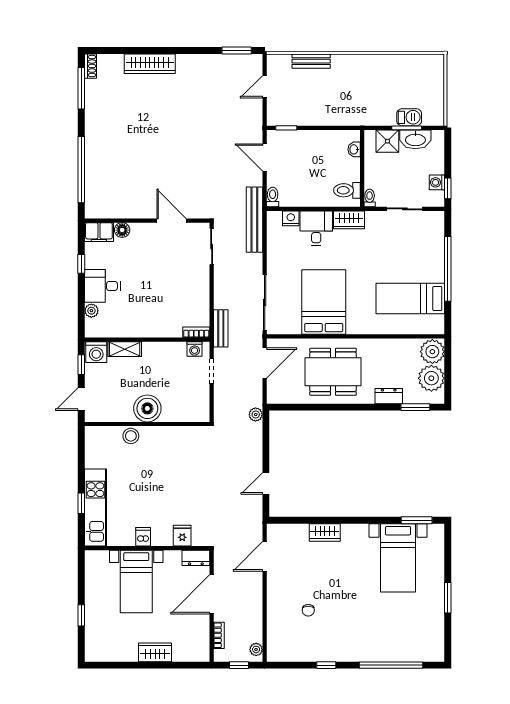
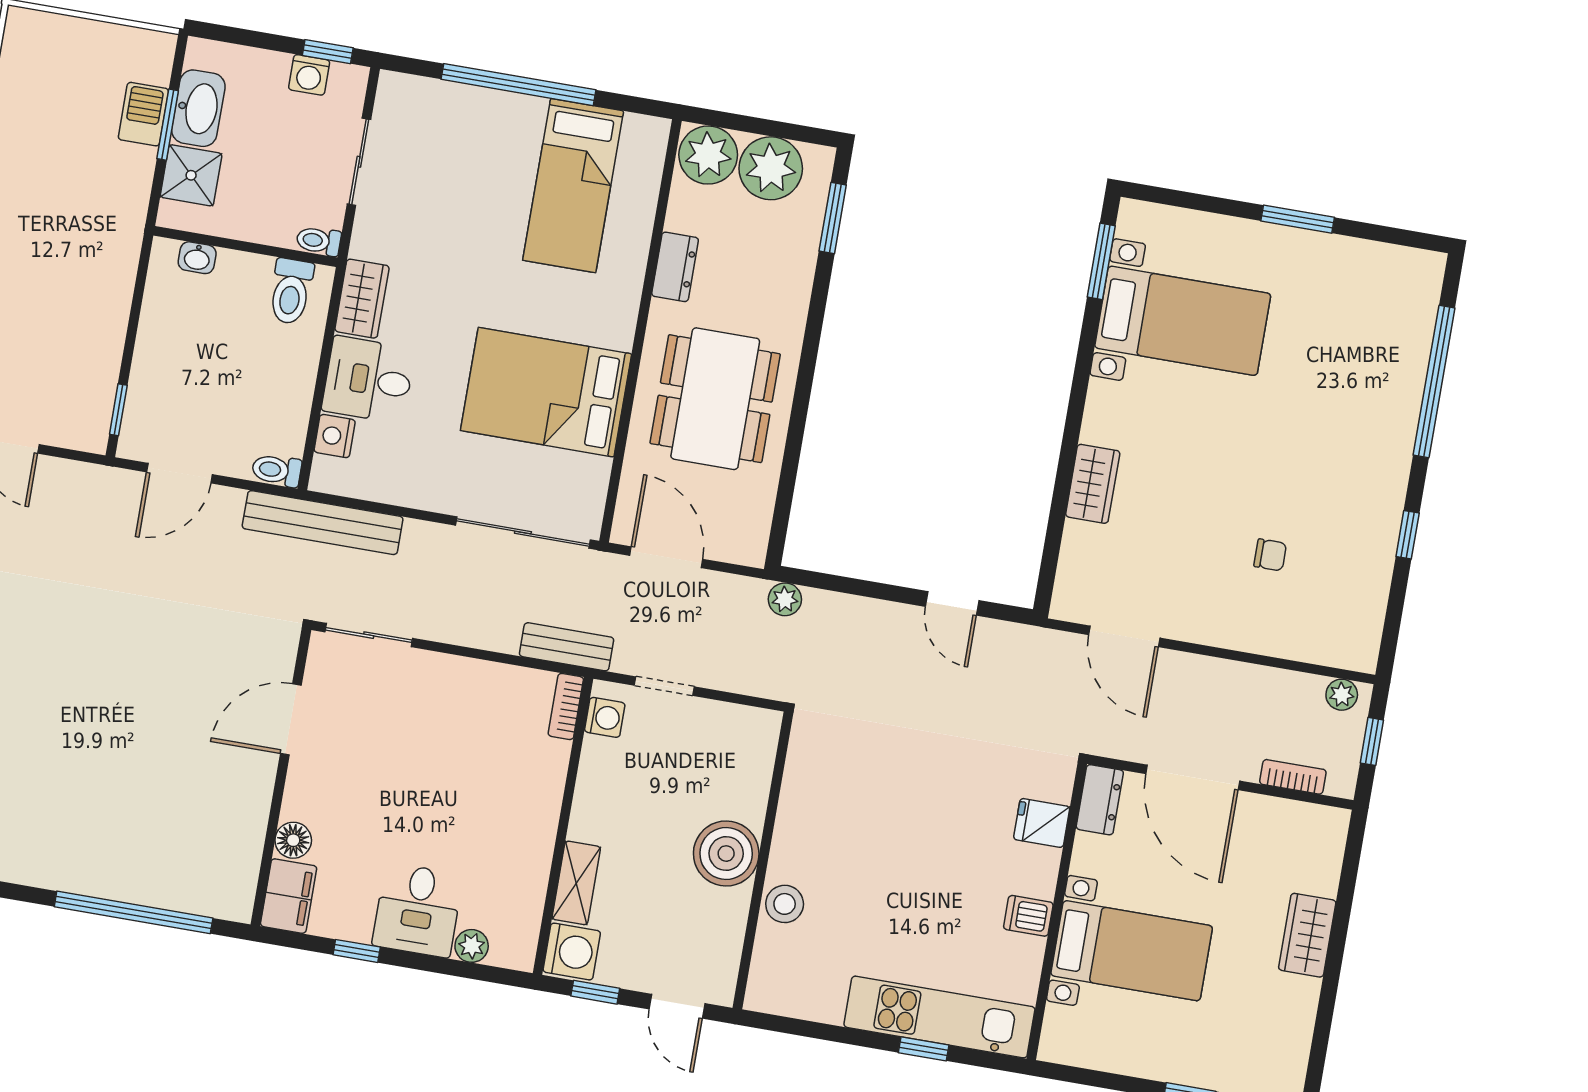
dresser: (389, 396) -> (675, 267), moved, turned 180

